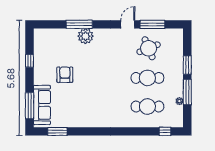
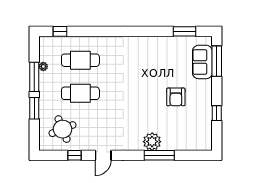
window: (152, 24) -> (75, 155), width x0.46
round table: (149, 48) -> (63, 129), moved
sofa: (42, 105) -> (202, 62), width x0.73

